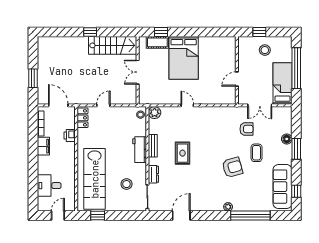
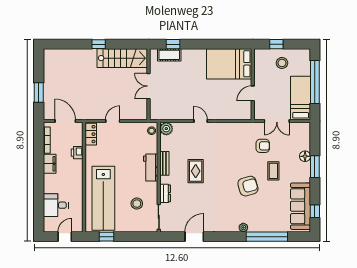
bed: (184, 58) -> (229, 64), moved, turned 90

